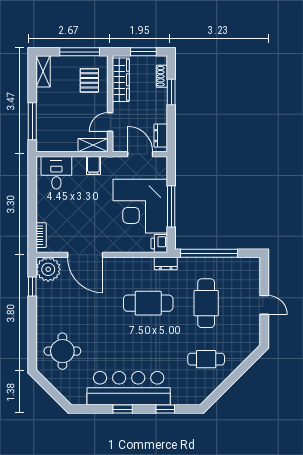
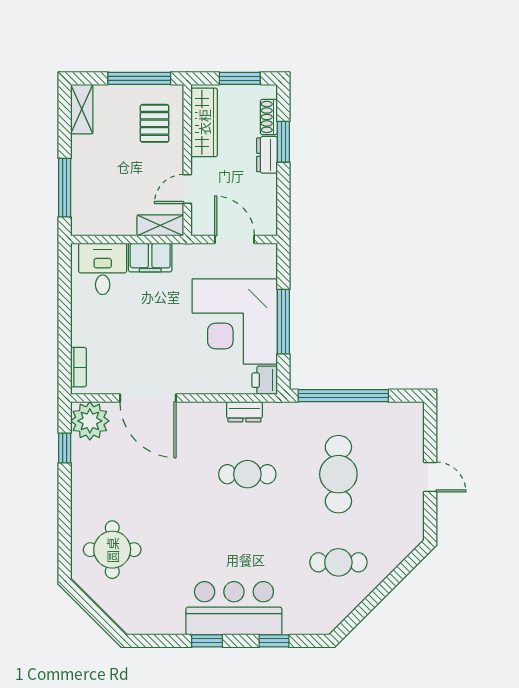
dresser: (161, 136) -> (267, 155), moved
filing cabinet: (93, 166) -> (150, 257), width x2.00
dresser: (166, 263) -> (244, 412), moved
cafe table: (148, 303) -> (247, 474), width x0.73, depth x0.74
bar counter: (129, 388) -> (234, 608), width x0.73

